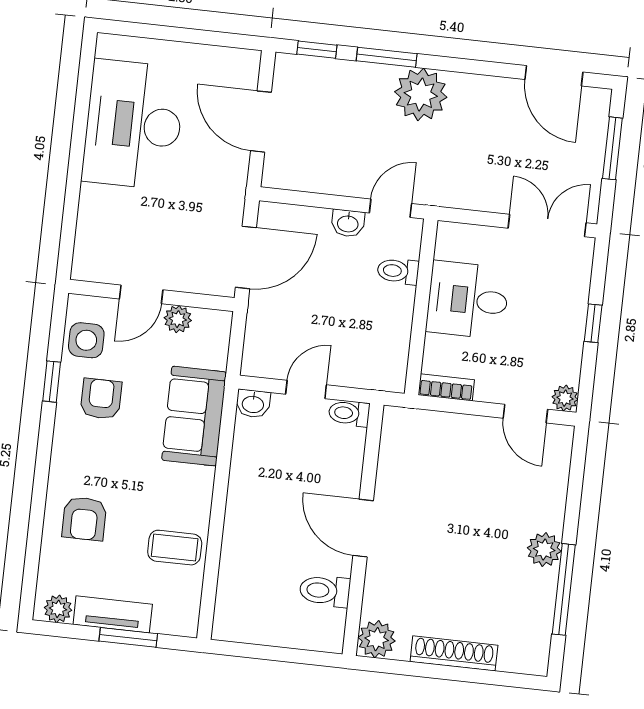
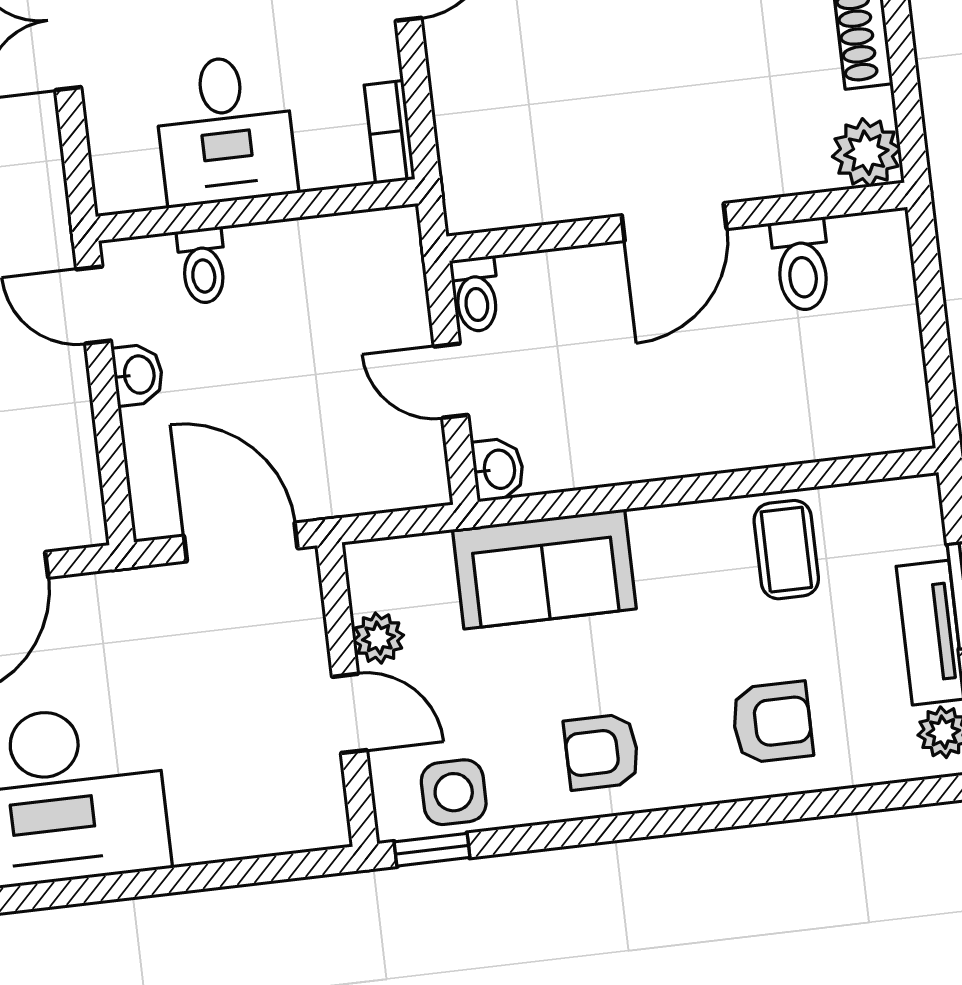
window: (52, 382) -> (432, 850), moved
armchair: (101, 399) -> (602, 752), moved

